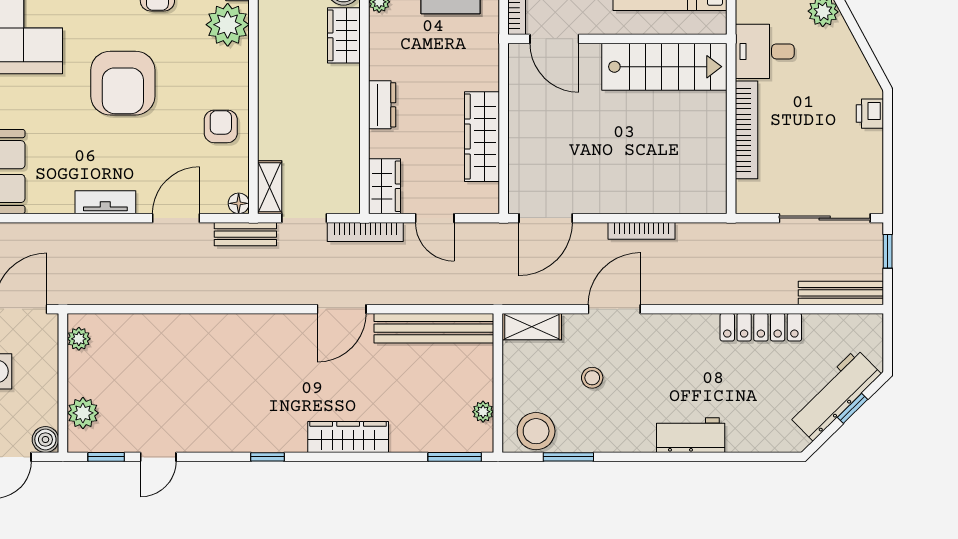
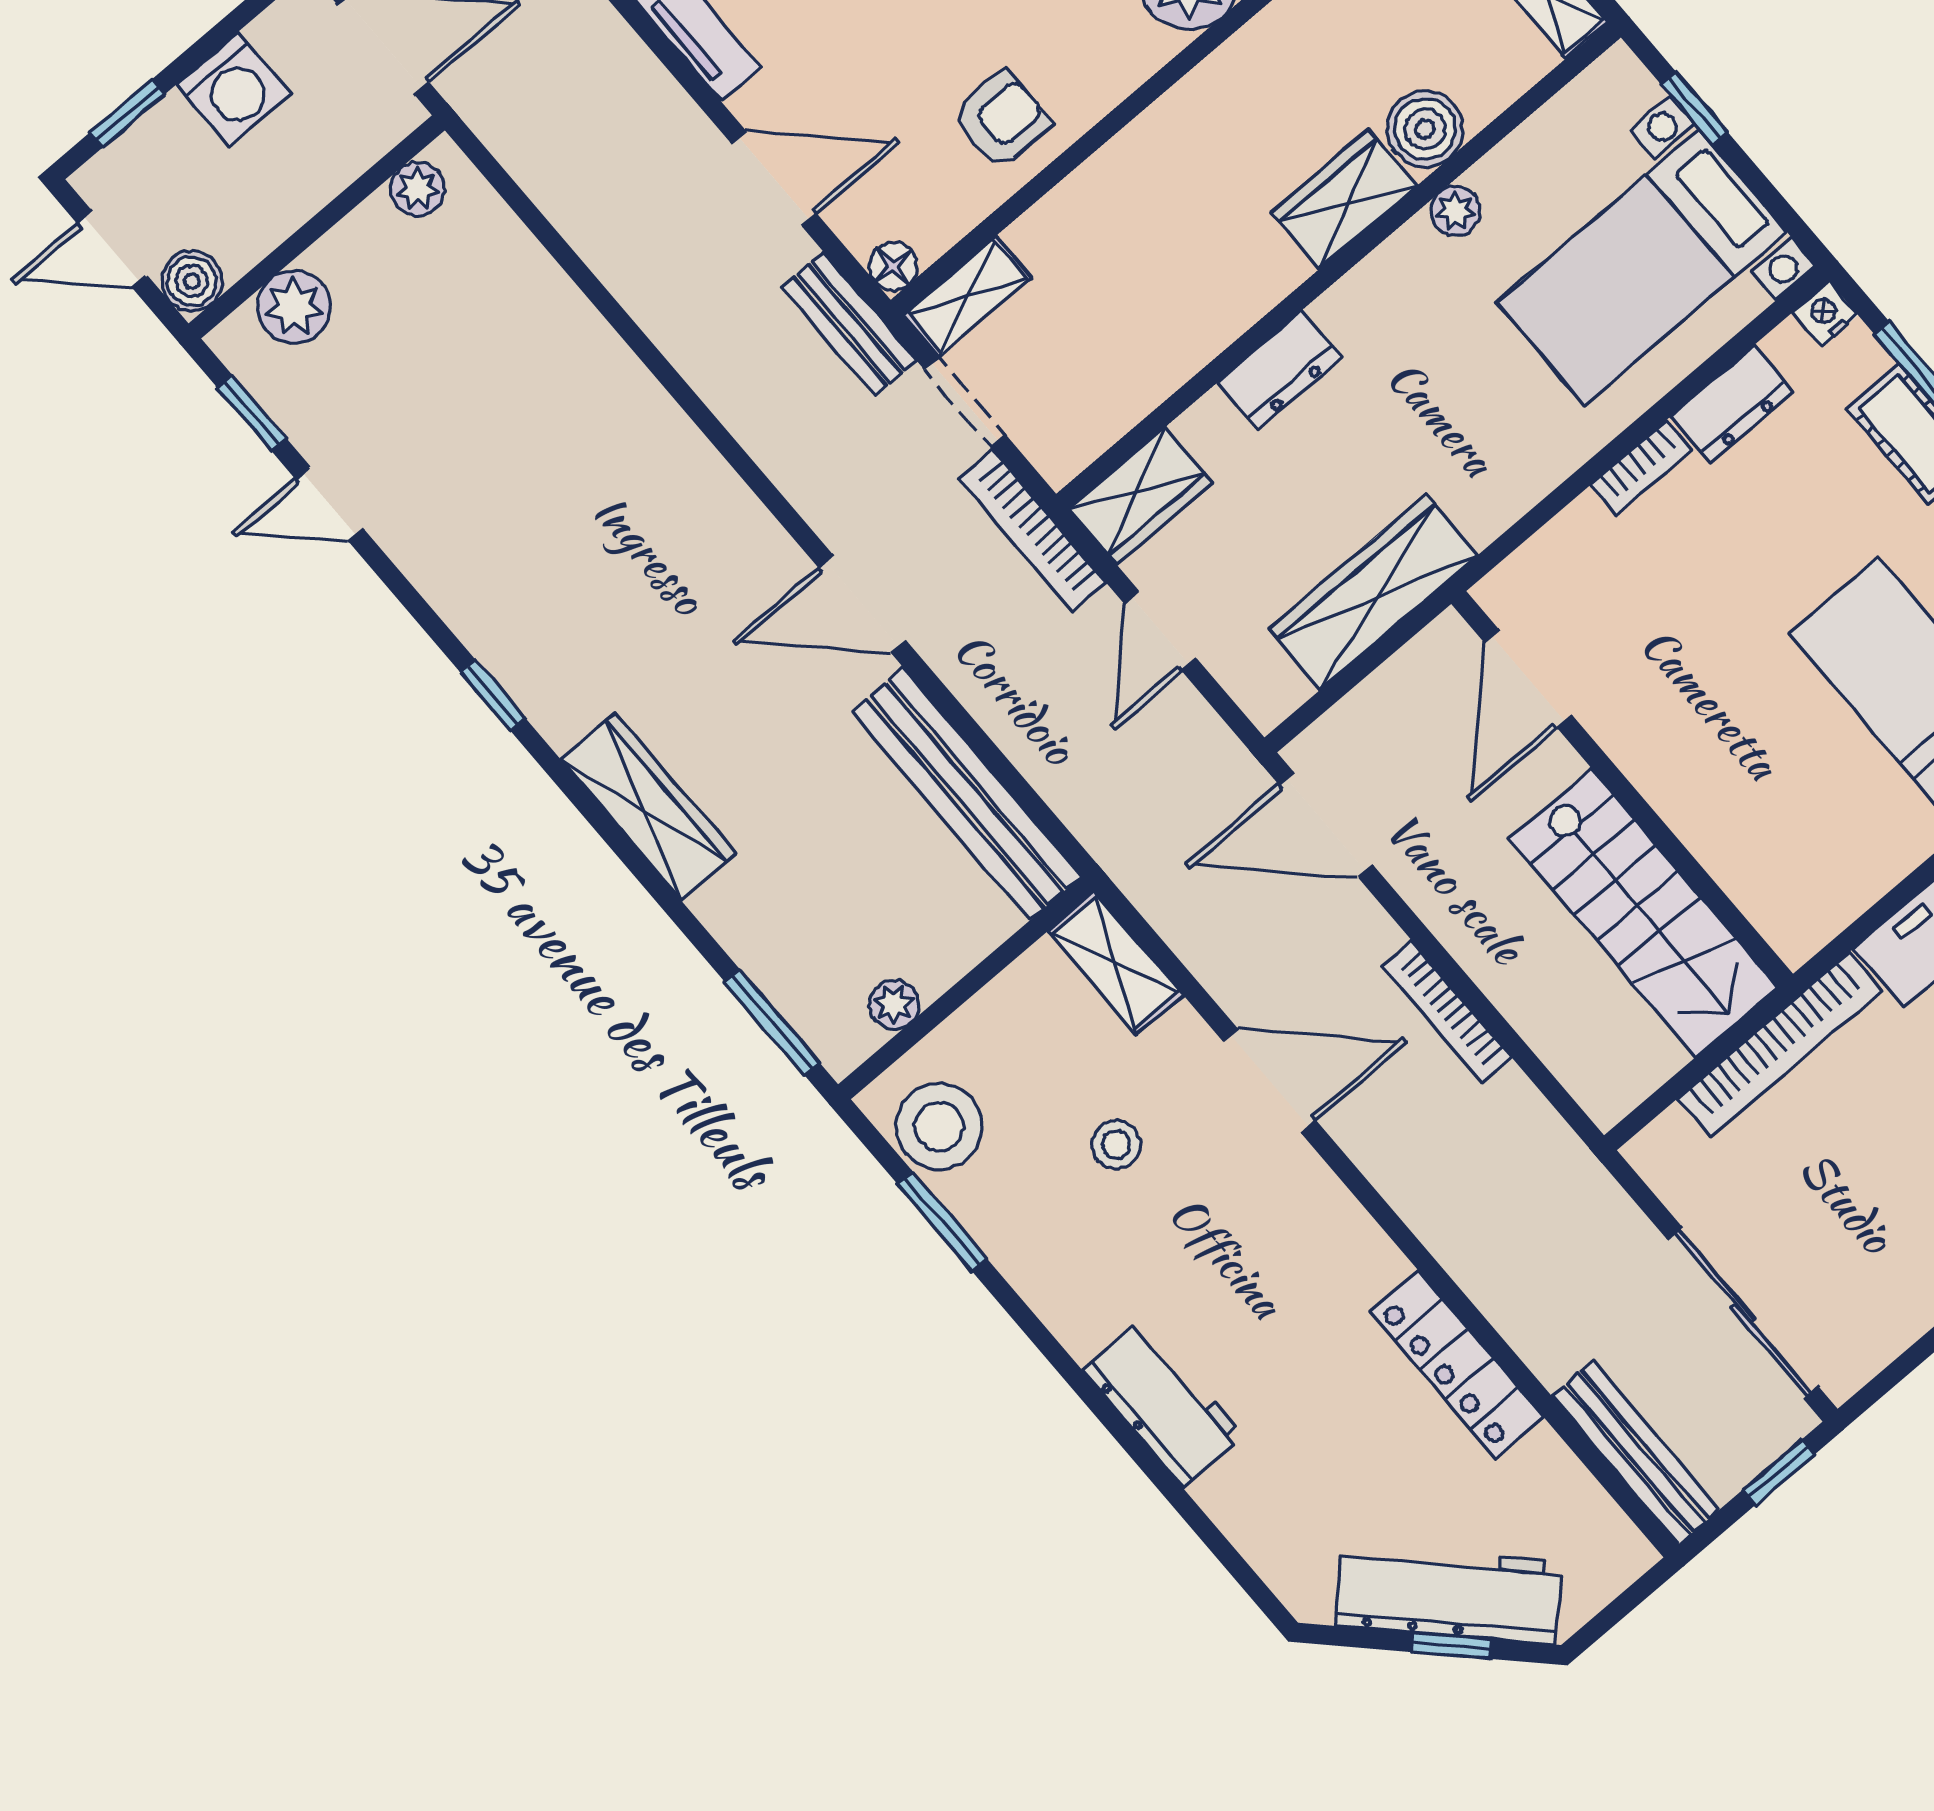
door: (554, 39) -> (1528, 679), moved
wall: (617, 39) -> (1622, 789), moved
stairs: (664, 67) -> (1644, 913), moved

